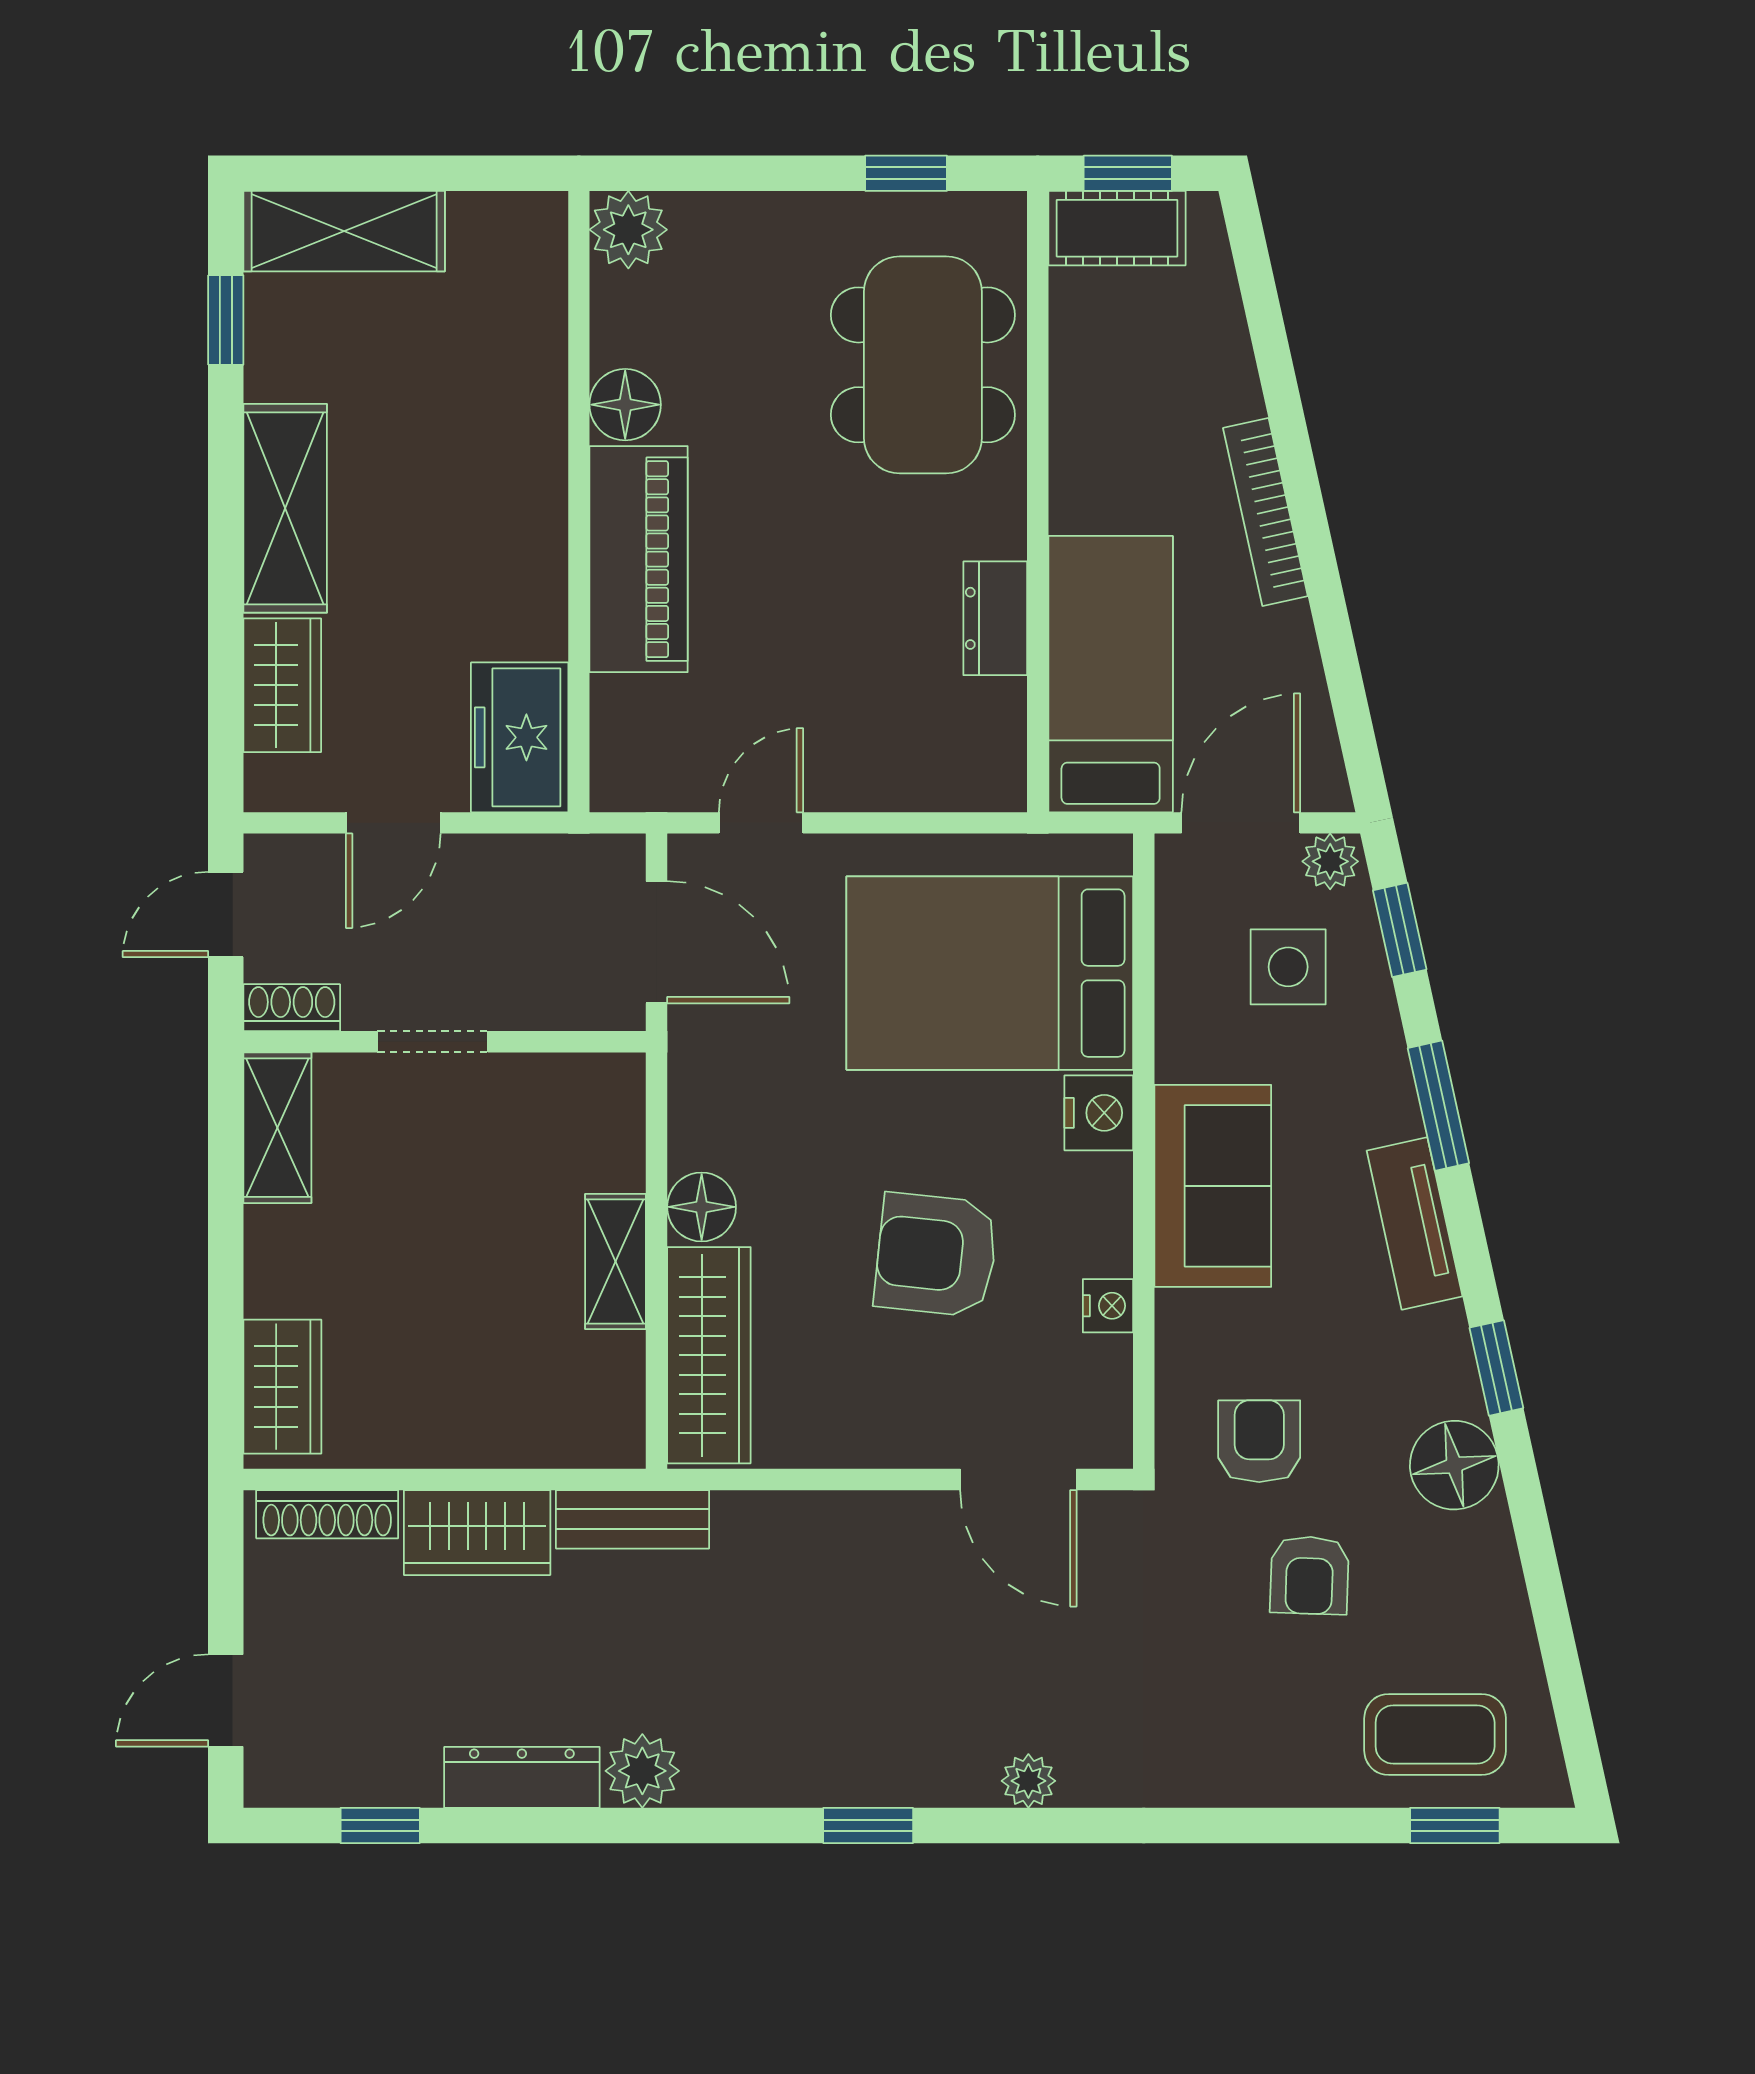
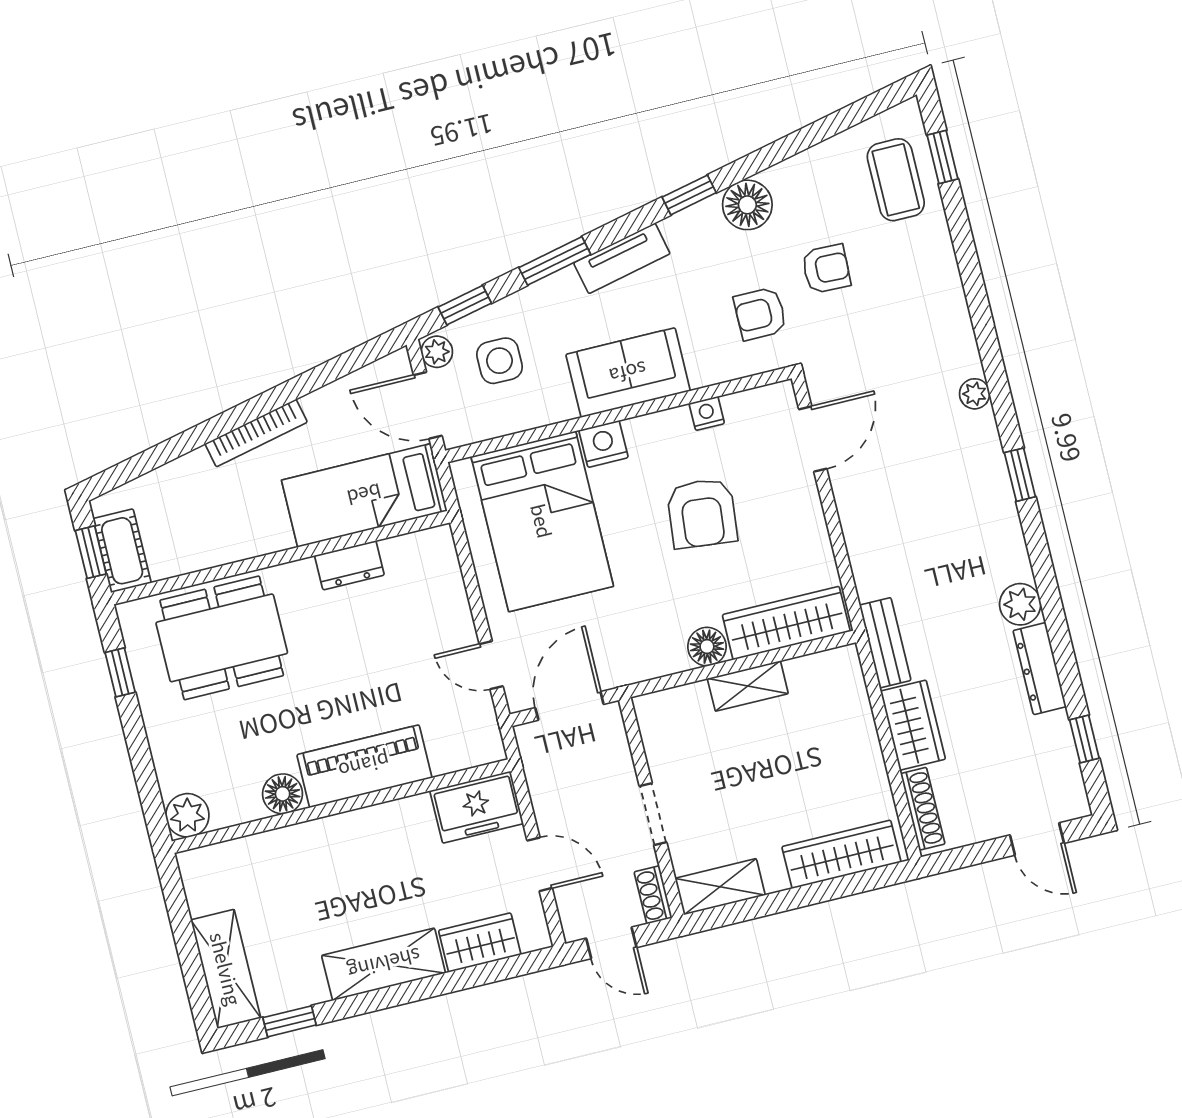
wardrobe: (282, 1387) -> (841, 854), width x1.50

